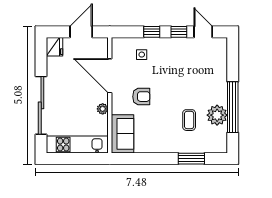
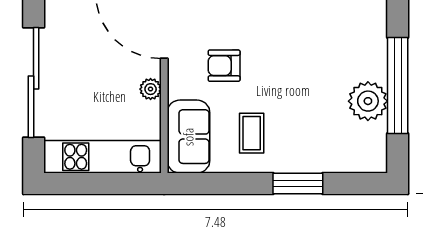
armchair: (141, 97) -> (224, 66), turned 180
coffee table: (189, 120) -> (252, 133), moved
window: (191, 159) -> (298, 184), moved

